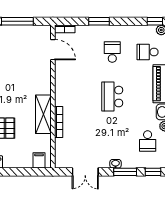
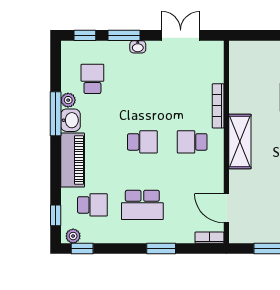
school desk: (112, 52) -> (142, 205), width x1.85
school desk: (77, 97) -> (192, 142), added
school desk: (112, 97) -> (142, 142), width x0.54
shelving: (43, 114) -> (240, 141), moved
filing cabinet: (39, 160) -> (246, 52), removed

